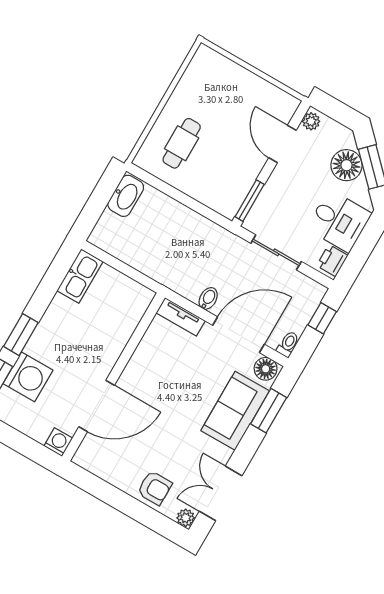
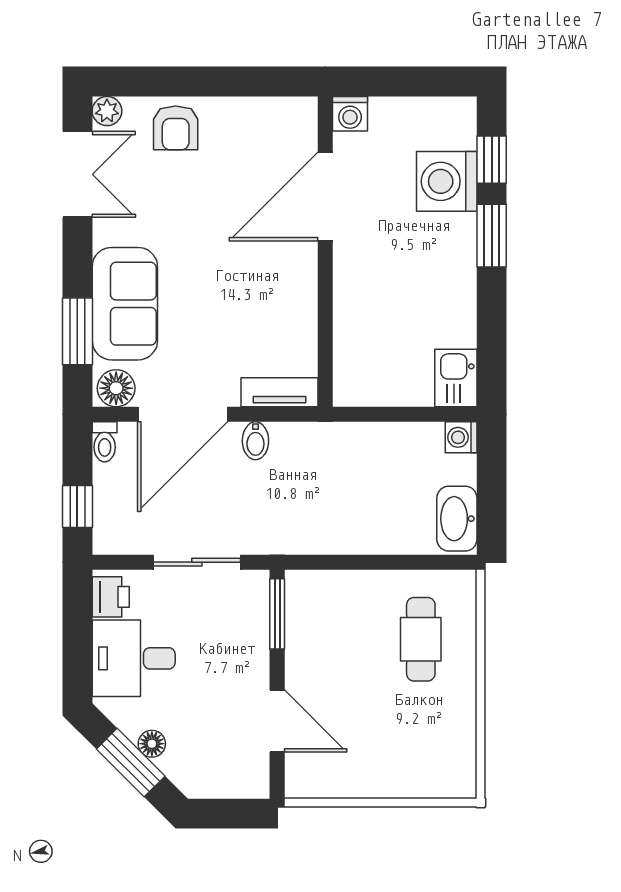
plant: (311, 121) -> (255, 777), removed
floor lamp: (346, 165) -> (152, 744), width x0.53, depth x0.53
washing machine: (99, 237) -> (461, 437), added
kitchen sink: (80, 276) -> (456, 378), width x0.73
armchair: (155, 488) -> (176, 128), turned -90

